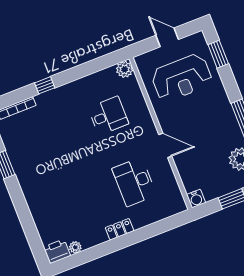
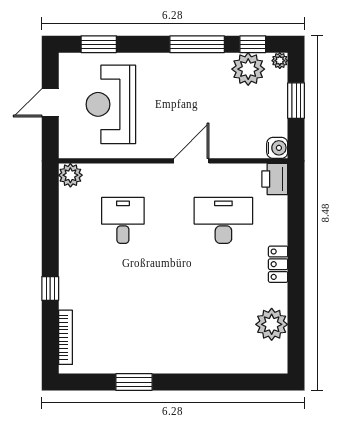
reception desk: (182, 78) -> (111, 104), turned 180
desk: (134, 182) -> (223, 220), turned 180
plant: (75, 247) -> (272, 324), width x1.88, depth x1.88
printer: (57, 251) -> (275, 179), moved

